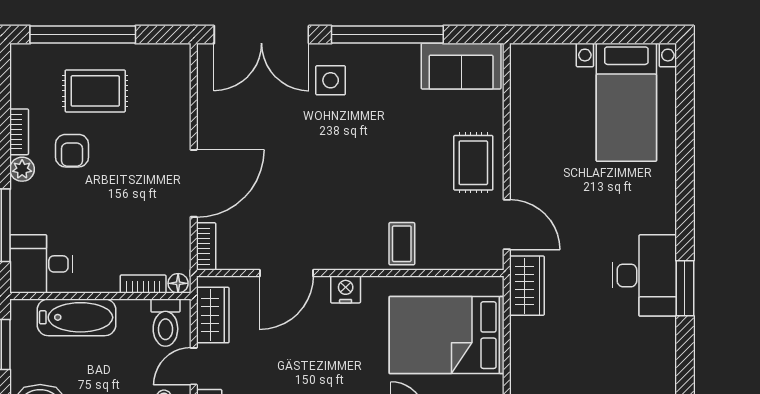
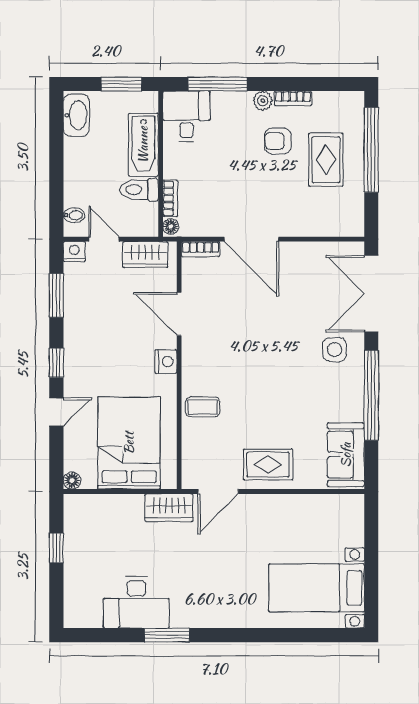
desk: (644, 275) -> (136, 602), moved
toilet: (165, 323) -> (139, 190), moved

